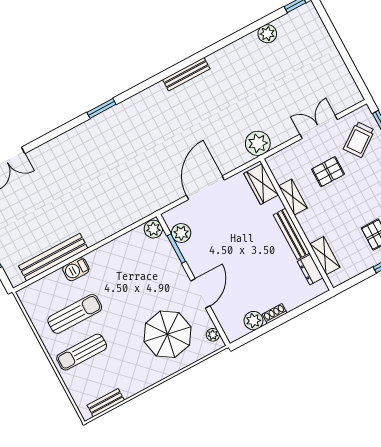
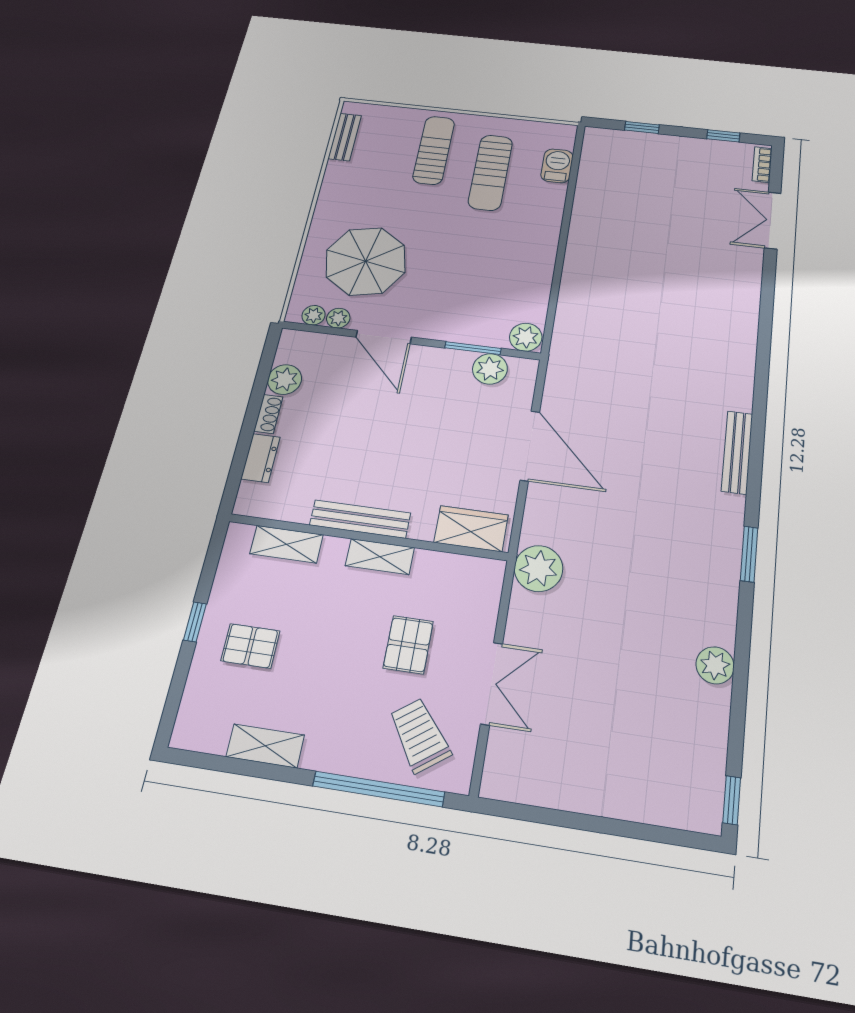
plant: (267, 34) -> (715, 665), moved
bench: (186, 74) -> (737, 452), moved
window: (101, 108) -> (749, 554), moved
shelving: (293, 197) -> (380, 557), moved
bench: (53, 257) -> (589, 194), removed
barbecue: (76, 269) -> (557, 166), moved
dresser: (310, 270) -> (260, 458), moved, turned 90
plant: (206, 322) -> (338, 318), added

